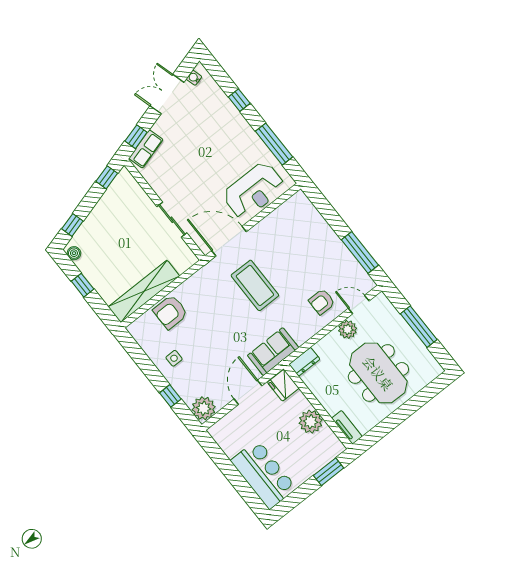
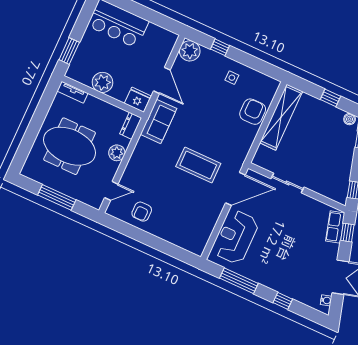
window: (360, 252) -> (131, 231), removed
armchair: (322, 302) -> (142, 212), moved, turned 180
plant: (348, 329) -> (117, 153), moved

